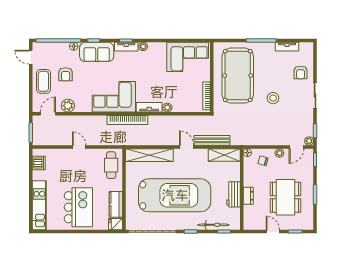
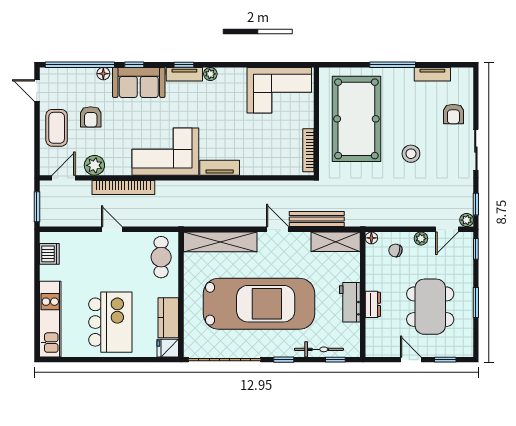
plant: (167, 108) -> (248, 168), removed
bookcase: (127, 120) -> (123, 188), moved

